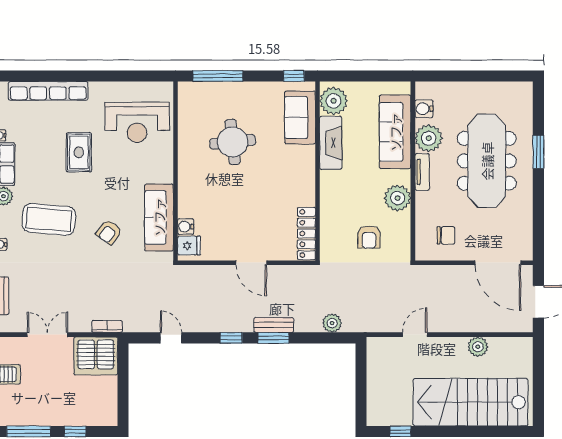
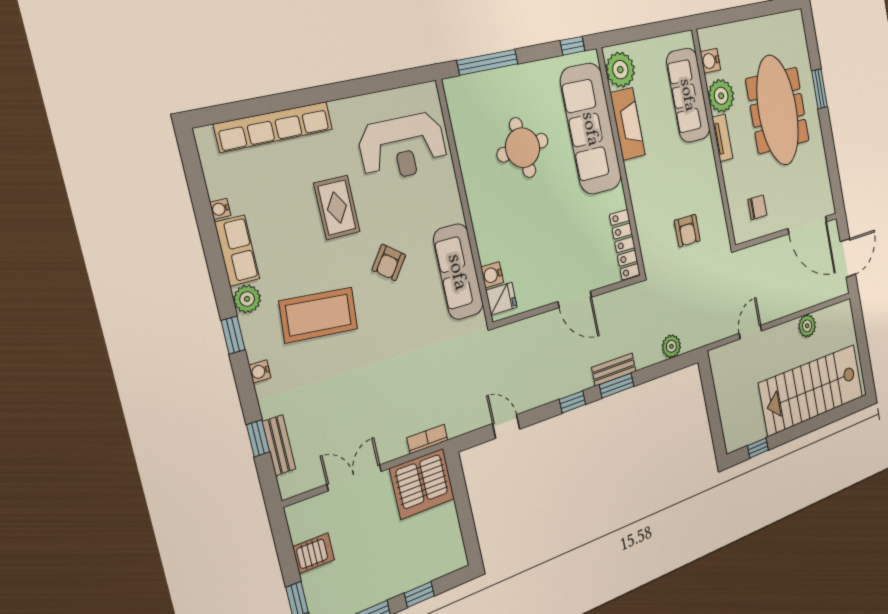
sofa: (300, 117) -> (591, 129), width x1.85, depth x1.27
plant: (398, 198) -> (705, 176), removed
armchair: (109, 232) -> (389, 262), moved

